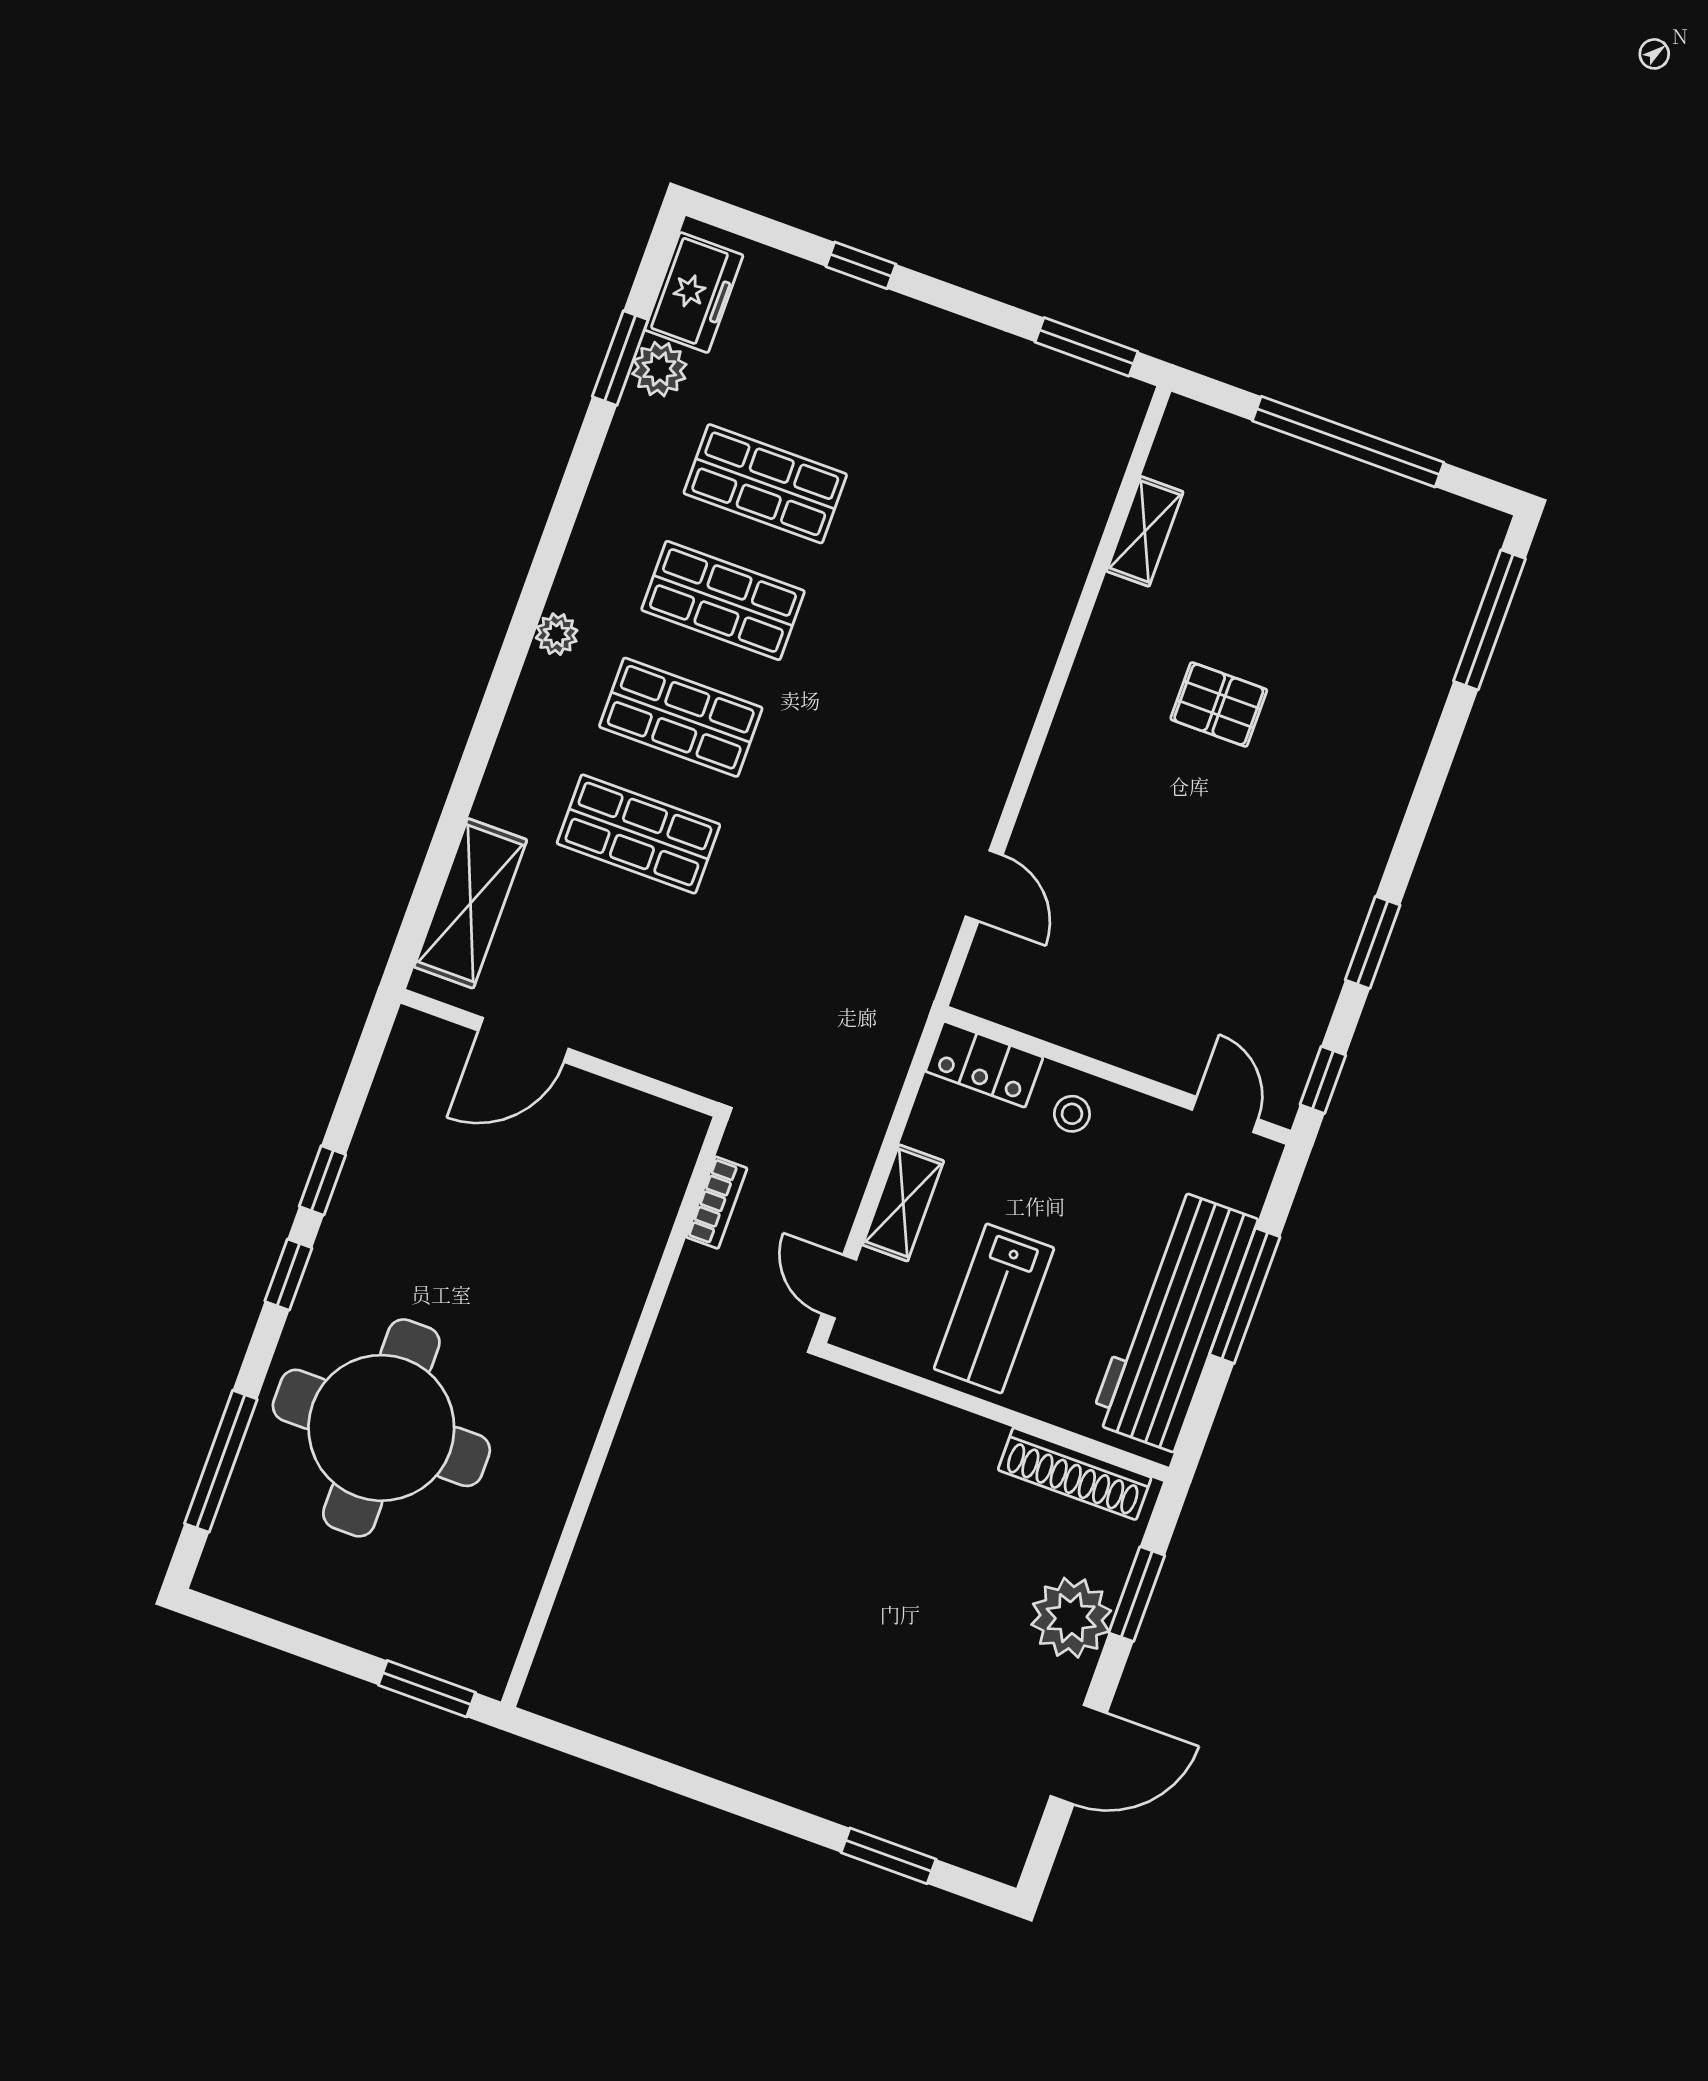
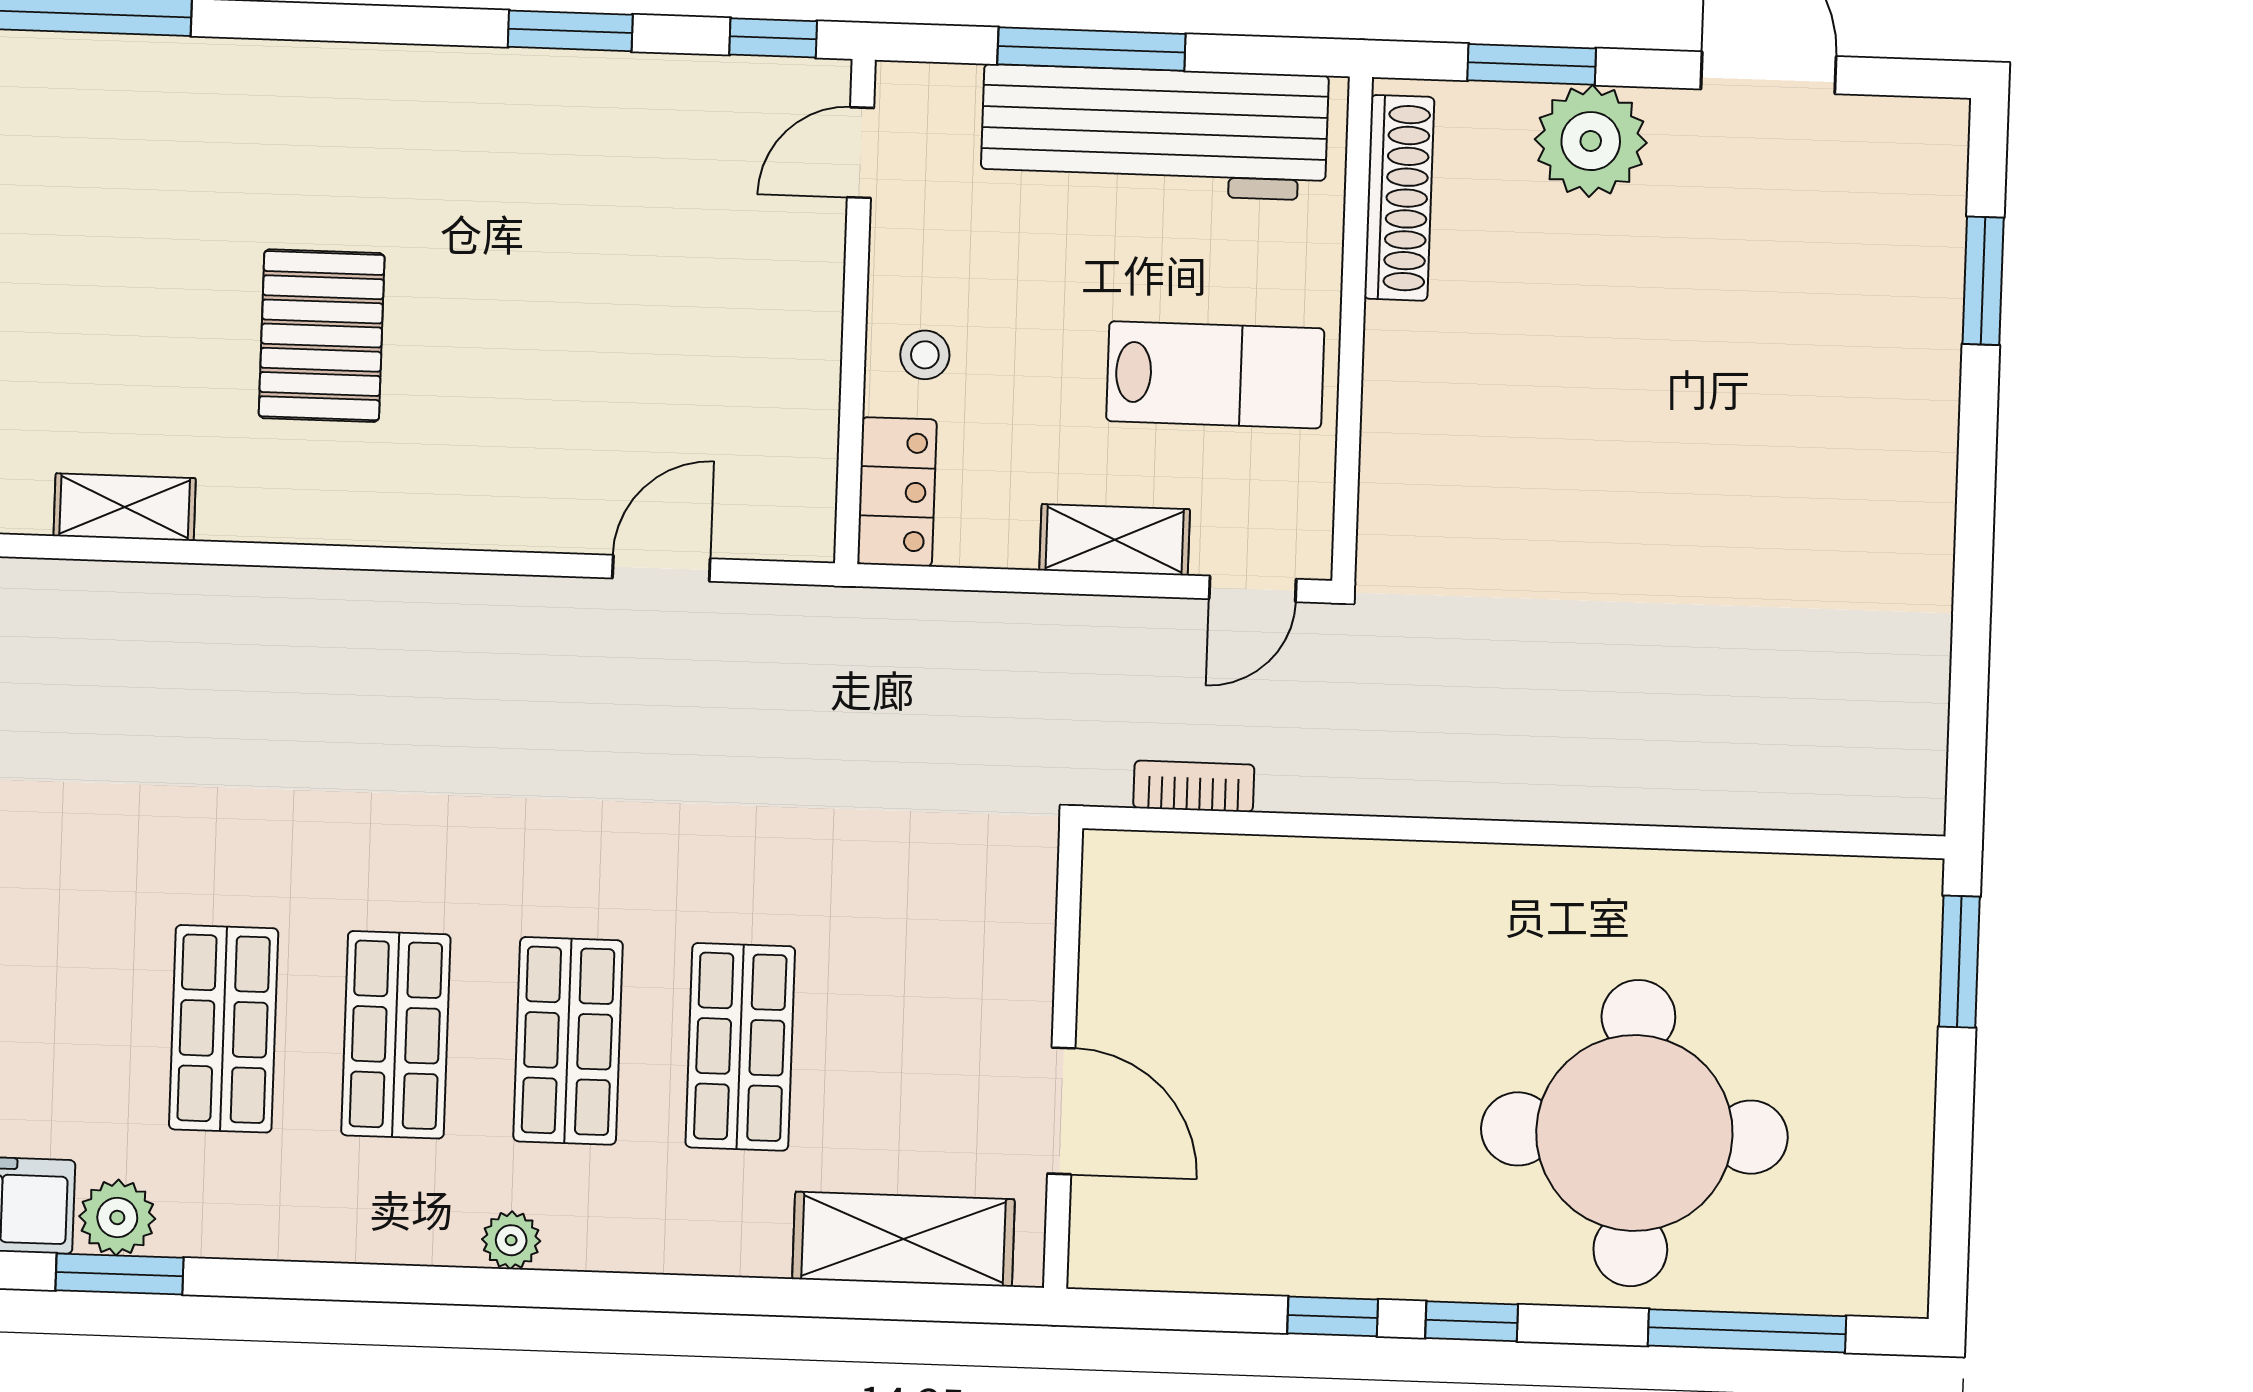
pallet: (1219, 704) -> (322, 336), width x1.50, depth x1.42

